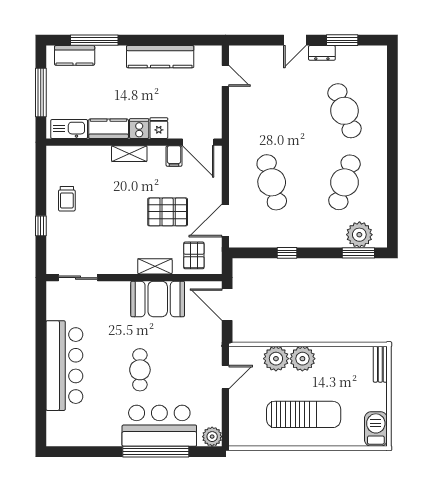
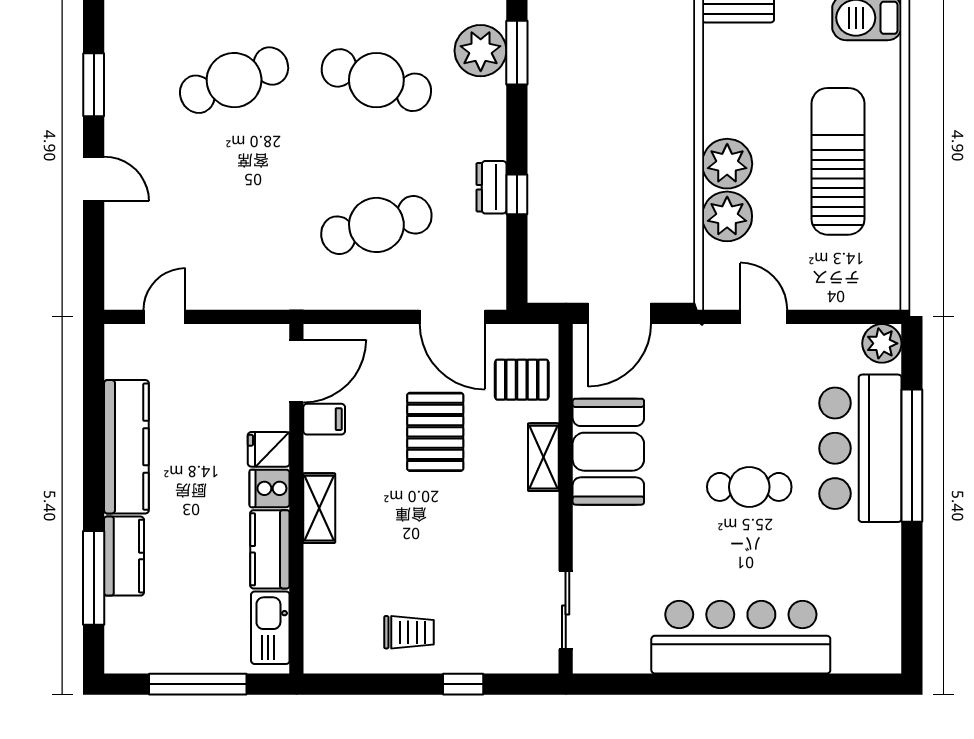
dresser: (322, 53) -> (491, 187), moved, turned 180
kitchen counter: (75, 55) -> (124, 556), moved

